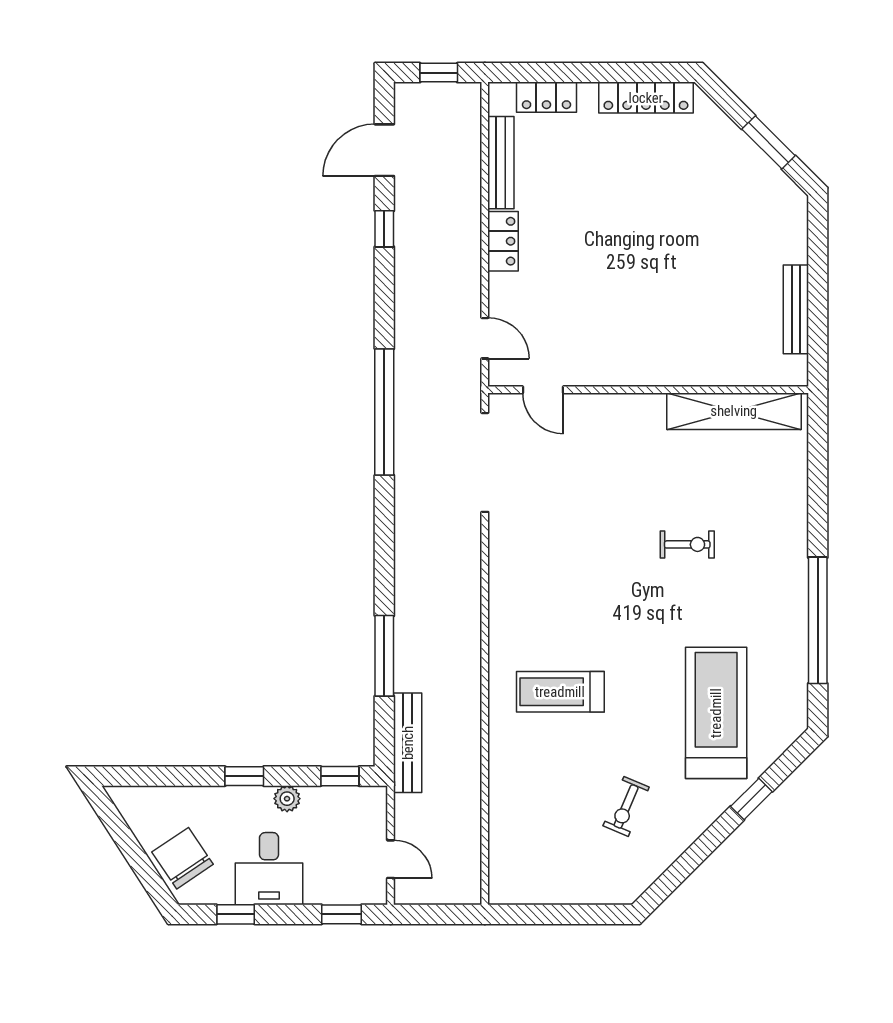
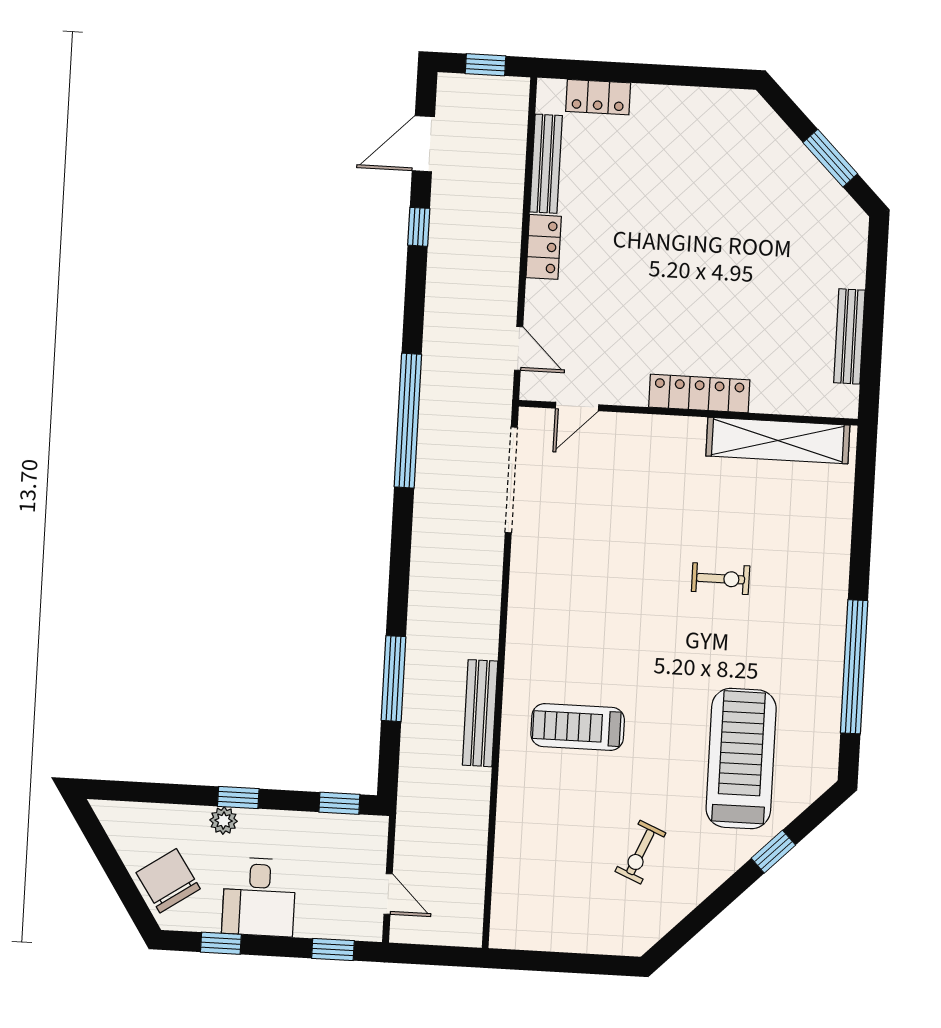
locker: (646, 98) -> (699, 393), moved, turned 180
door: (543, 390) -> (577, 407), hinge flipped
bench: (408, 743) -> (480, 713), moved
plant: (287, 799) -> (224, 821), moved

